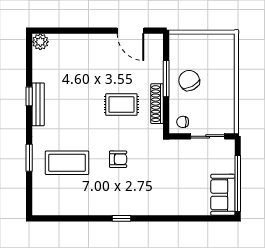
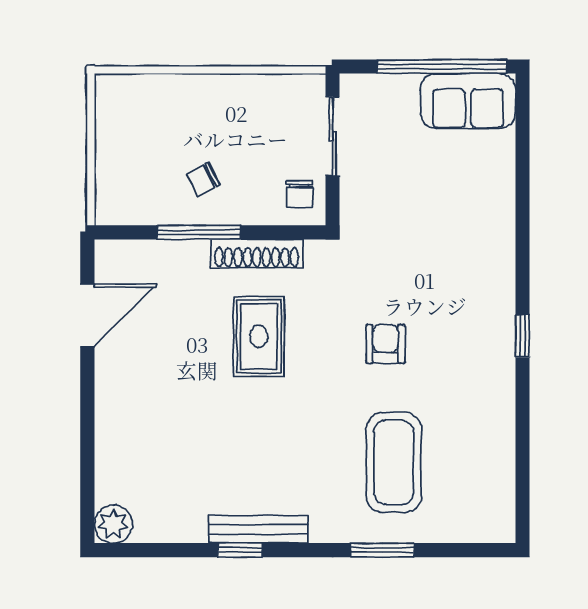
chair: (189, 80) -> (203, 179), width x0.54, depth x0.54

